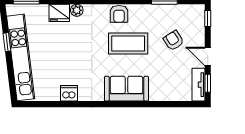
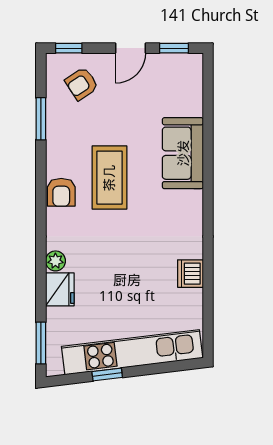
armchair: (119, 14) -> (61, 192), turned 90
armchair: (173, 40) -> (82, 84), moved
tv unit: (199, 85) -> (176, 63), removed
sofa: (127, 89) -> (183, 153), moved

